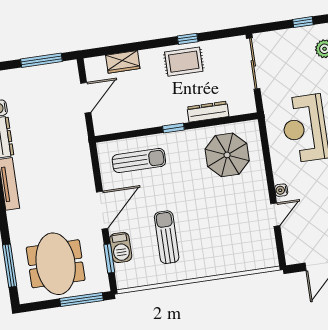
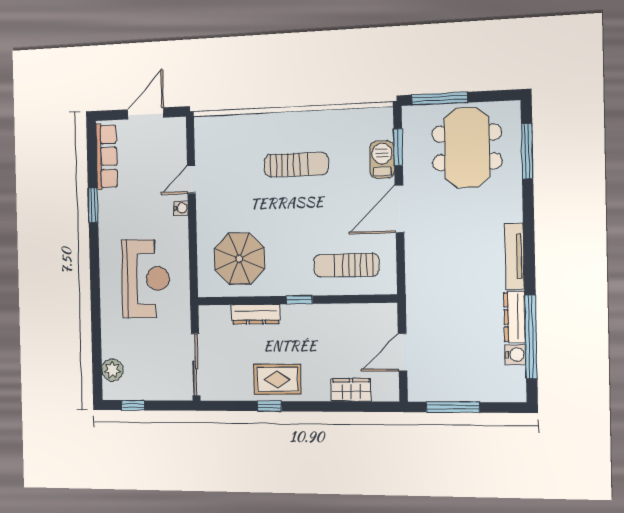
sun lounger: (167, 237) -> (296, 165), moved, turned -90

